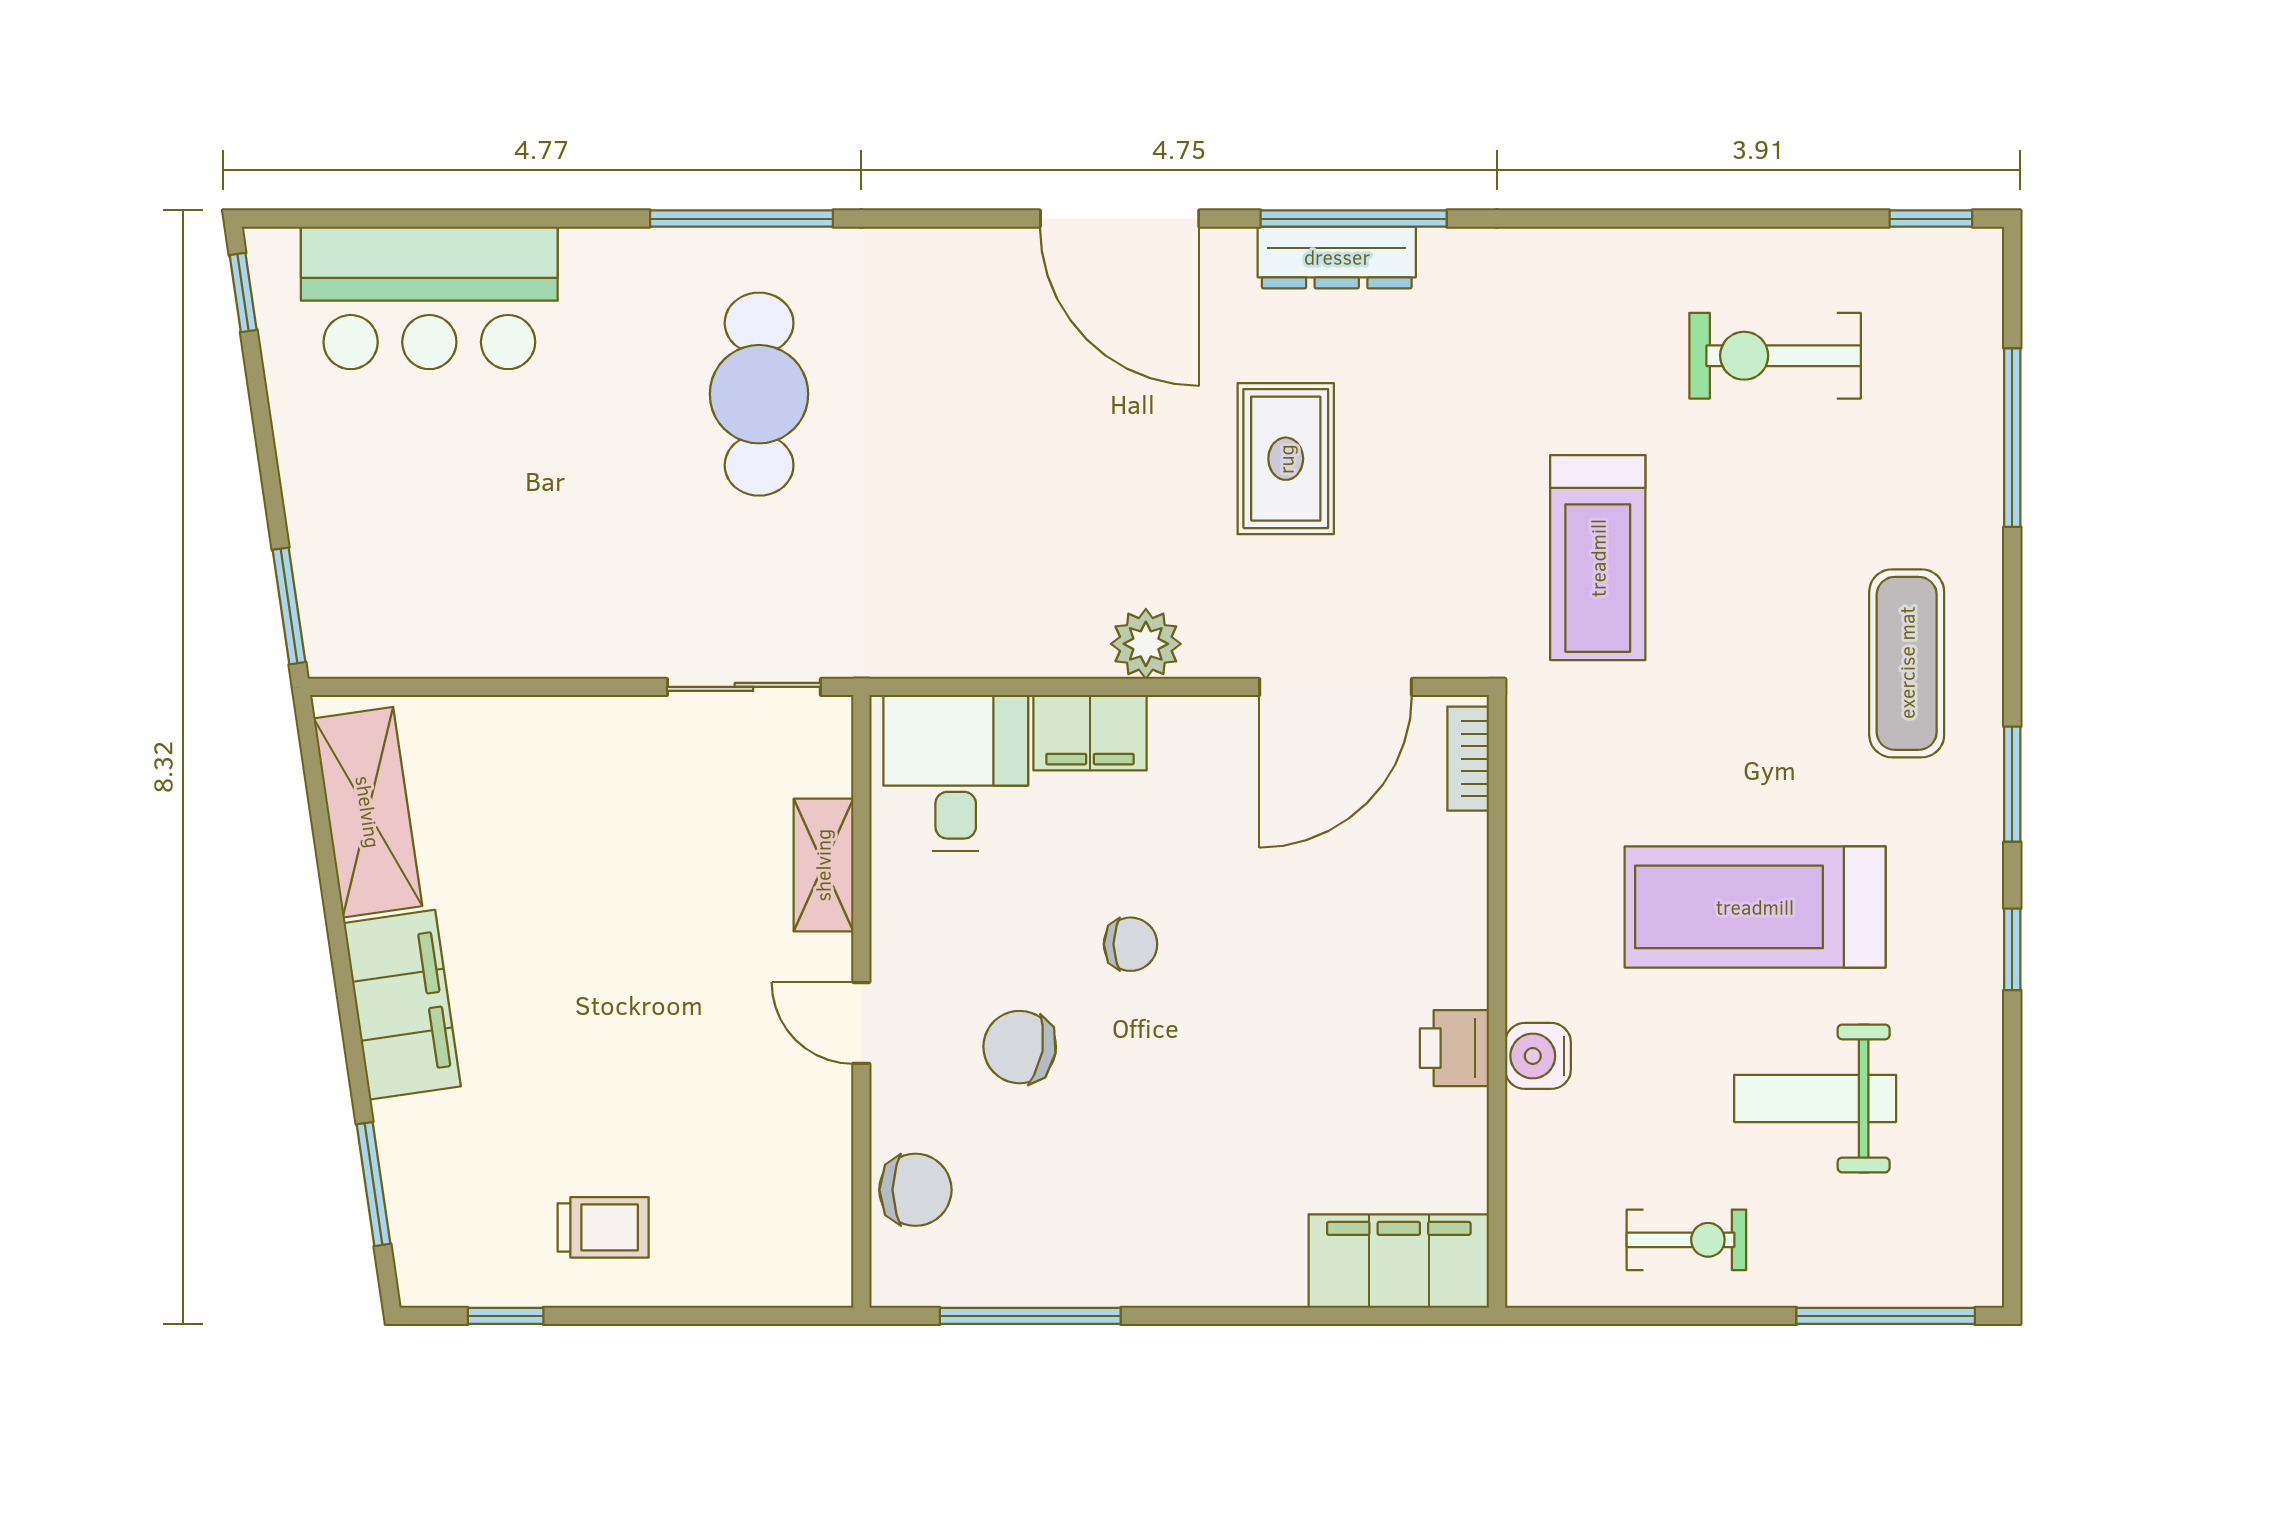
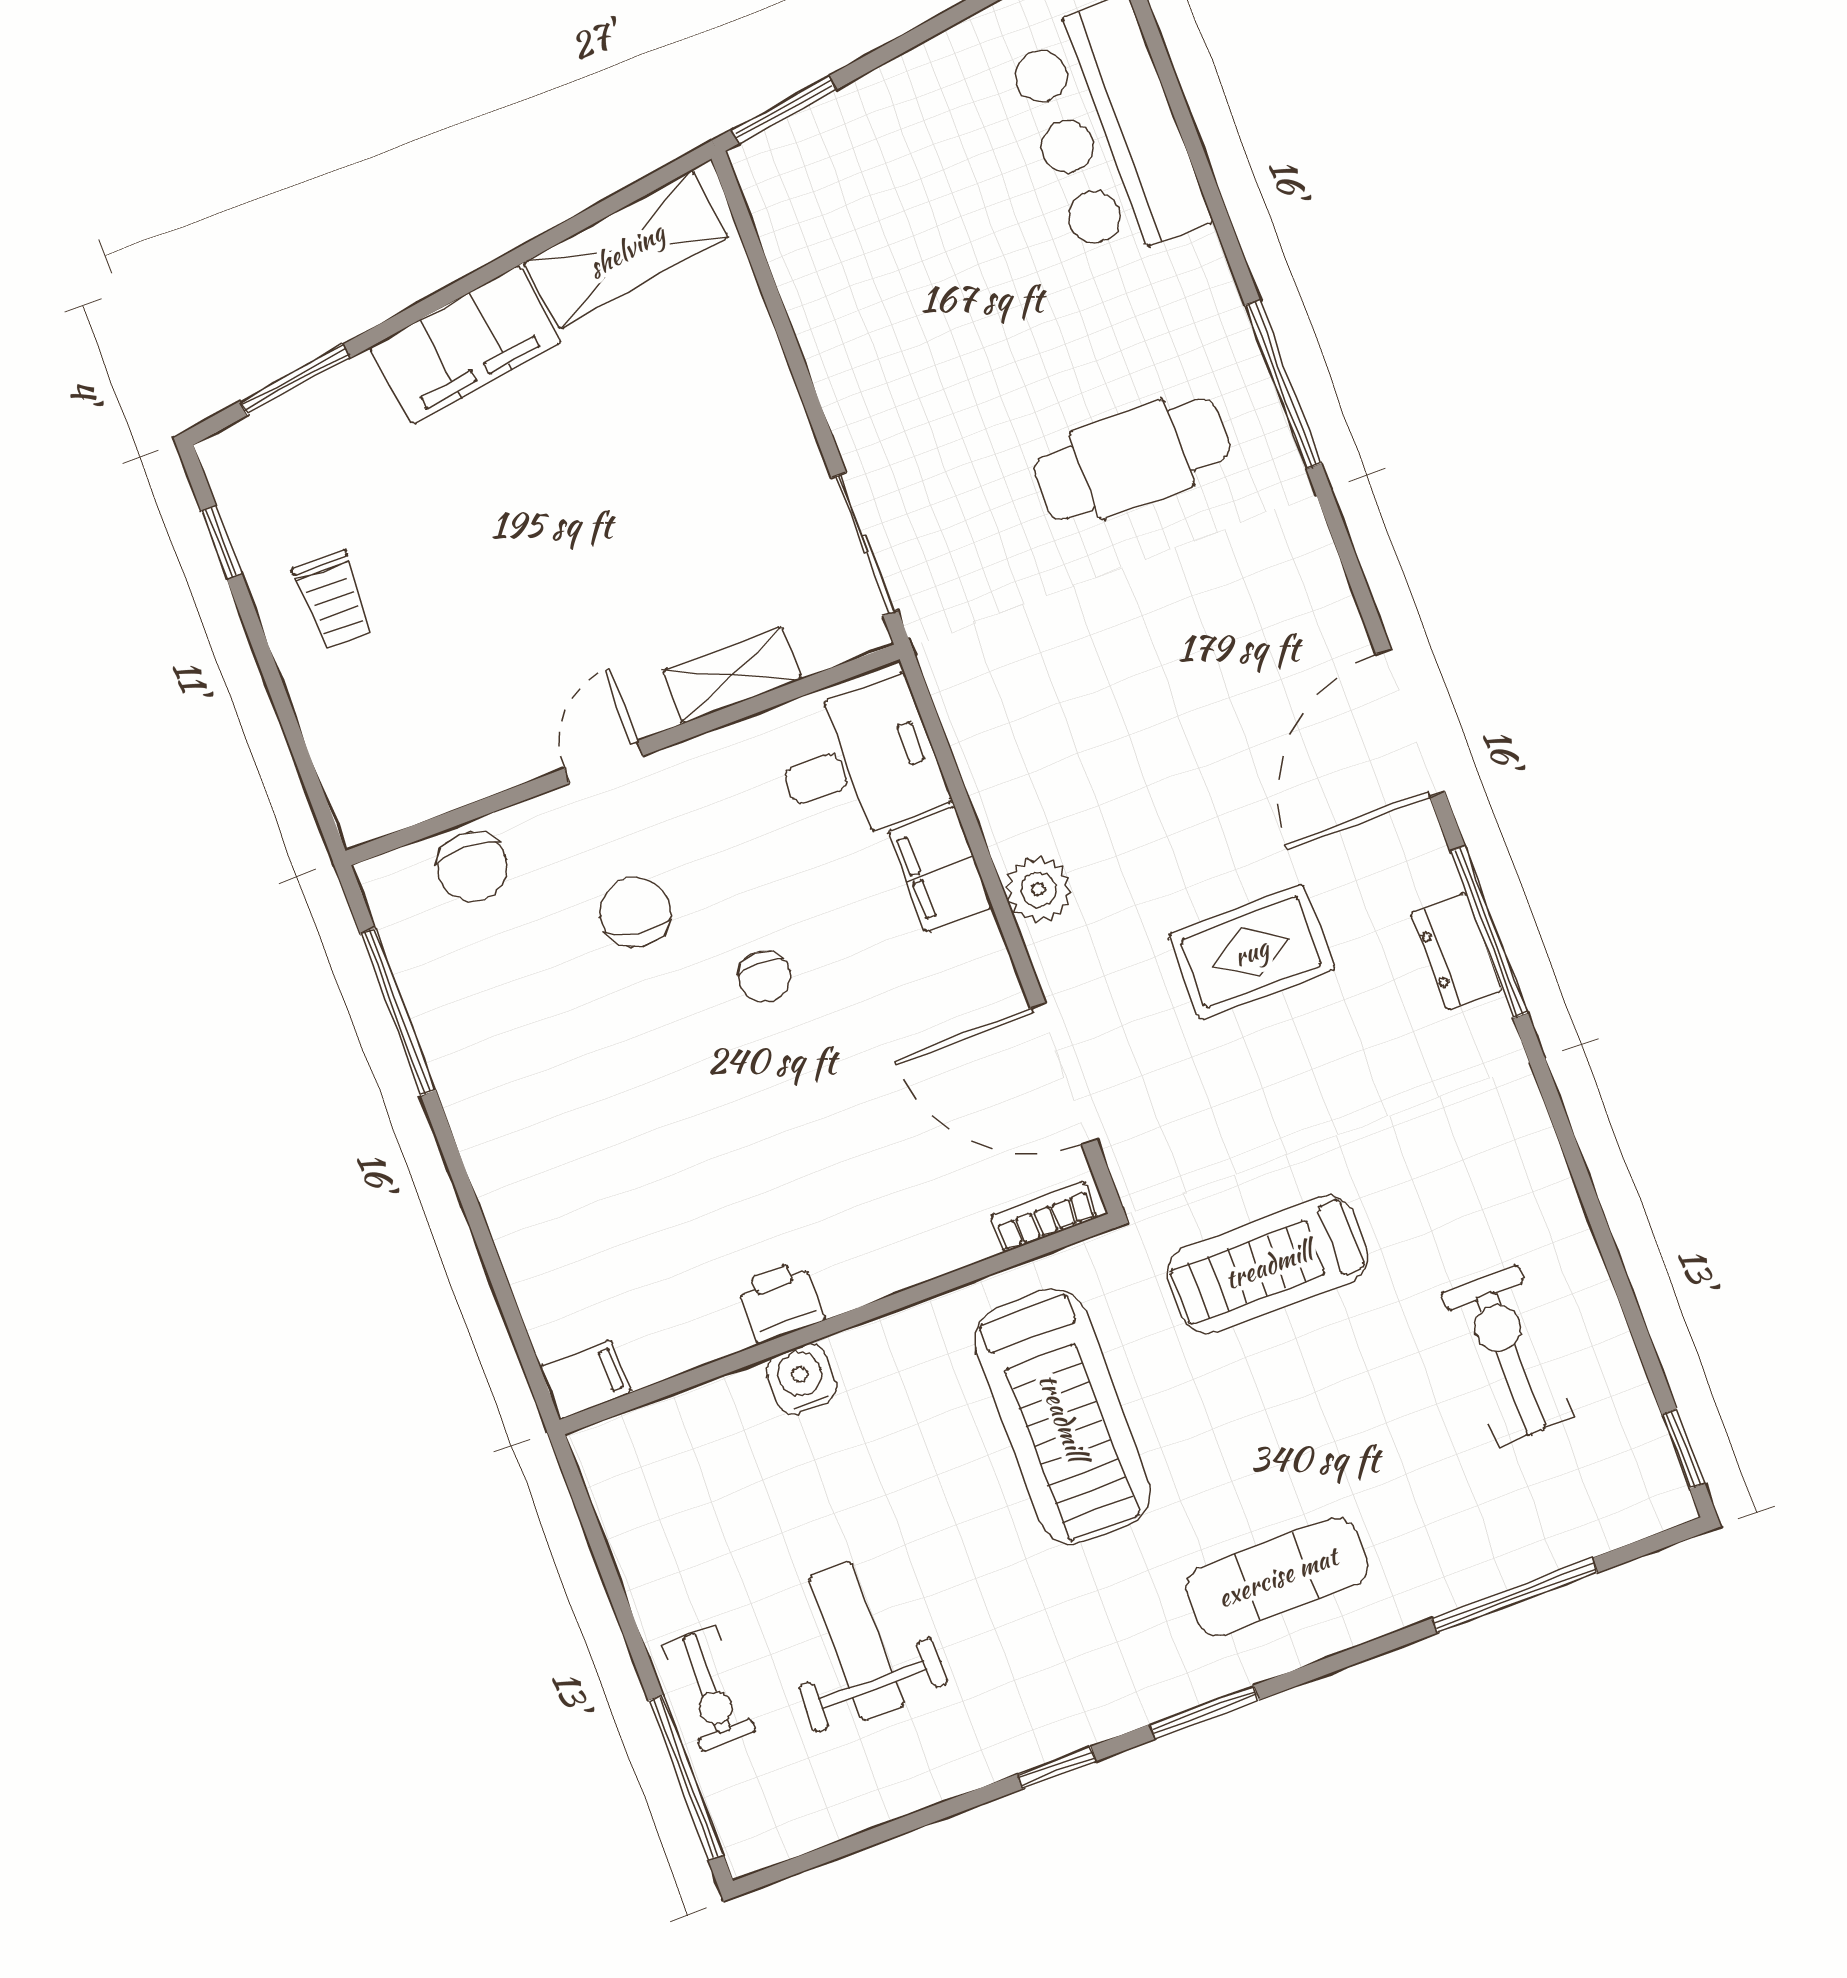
dresser: (1337, 257) -> (1457, 952), width x0.70
treadmill: (1755, 907) -> (1063, 1417), moved, turned 180
exercise bike: (1686, 1240) -> (709, 1688), moved
filing cabinet: (1399, 1261) -> (585, 1379), width x0.33, depth x0.86

